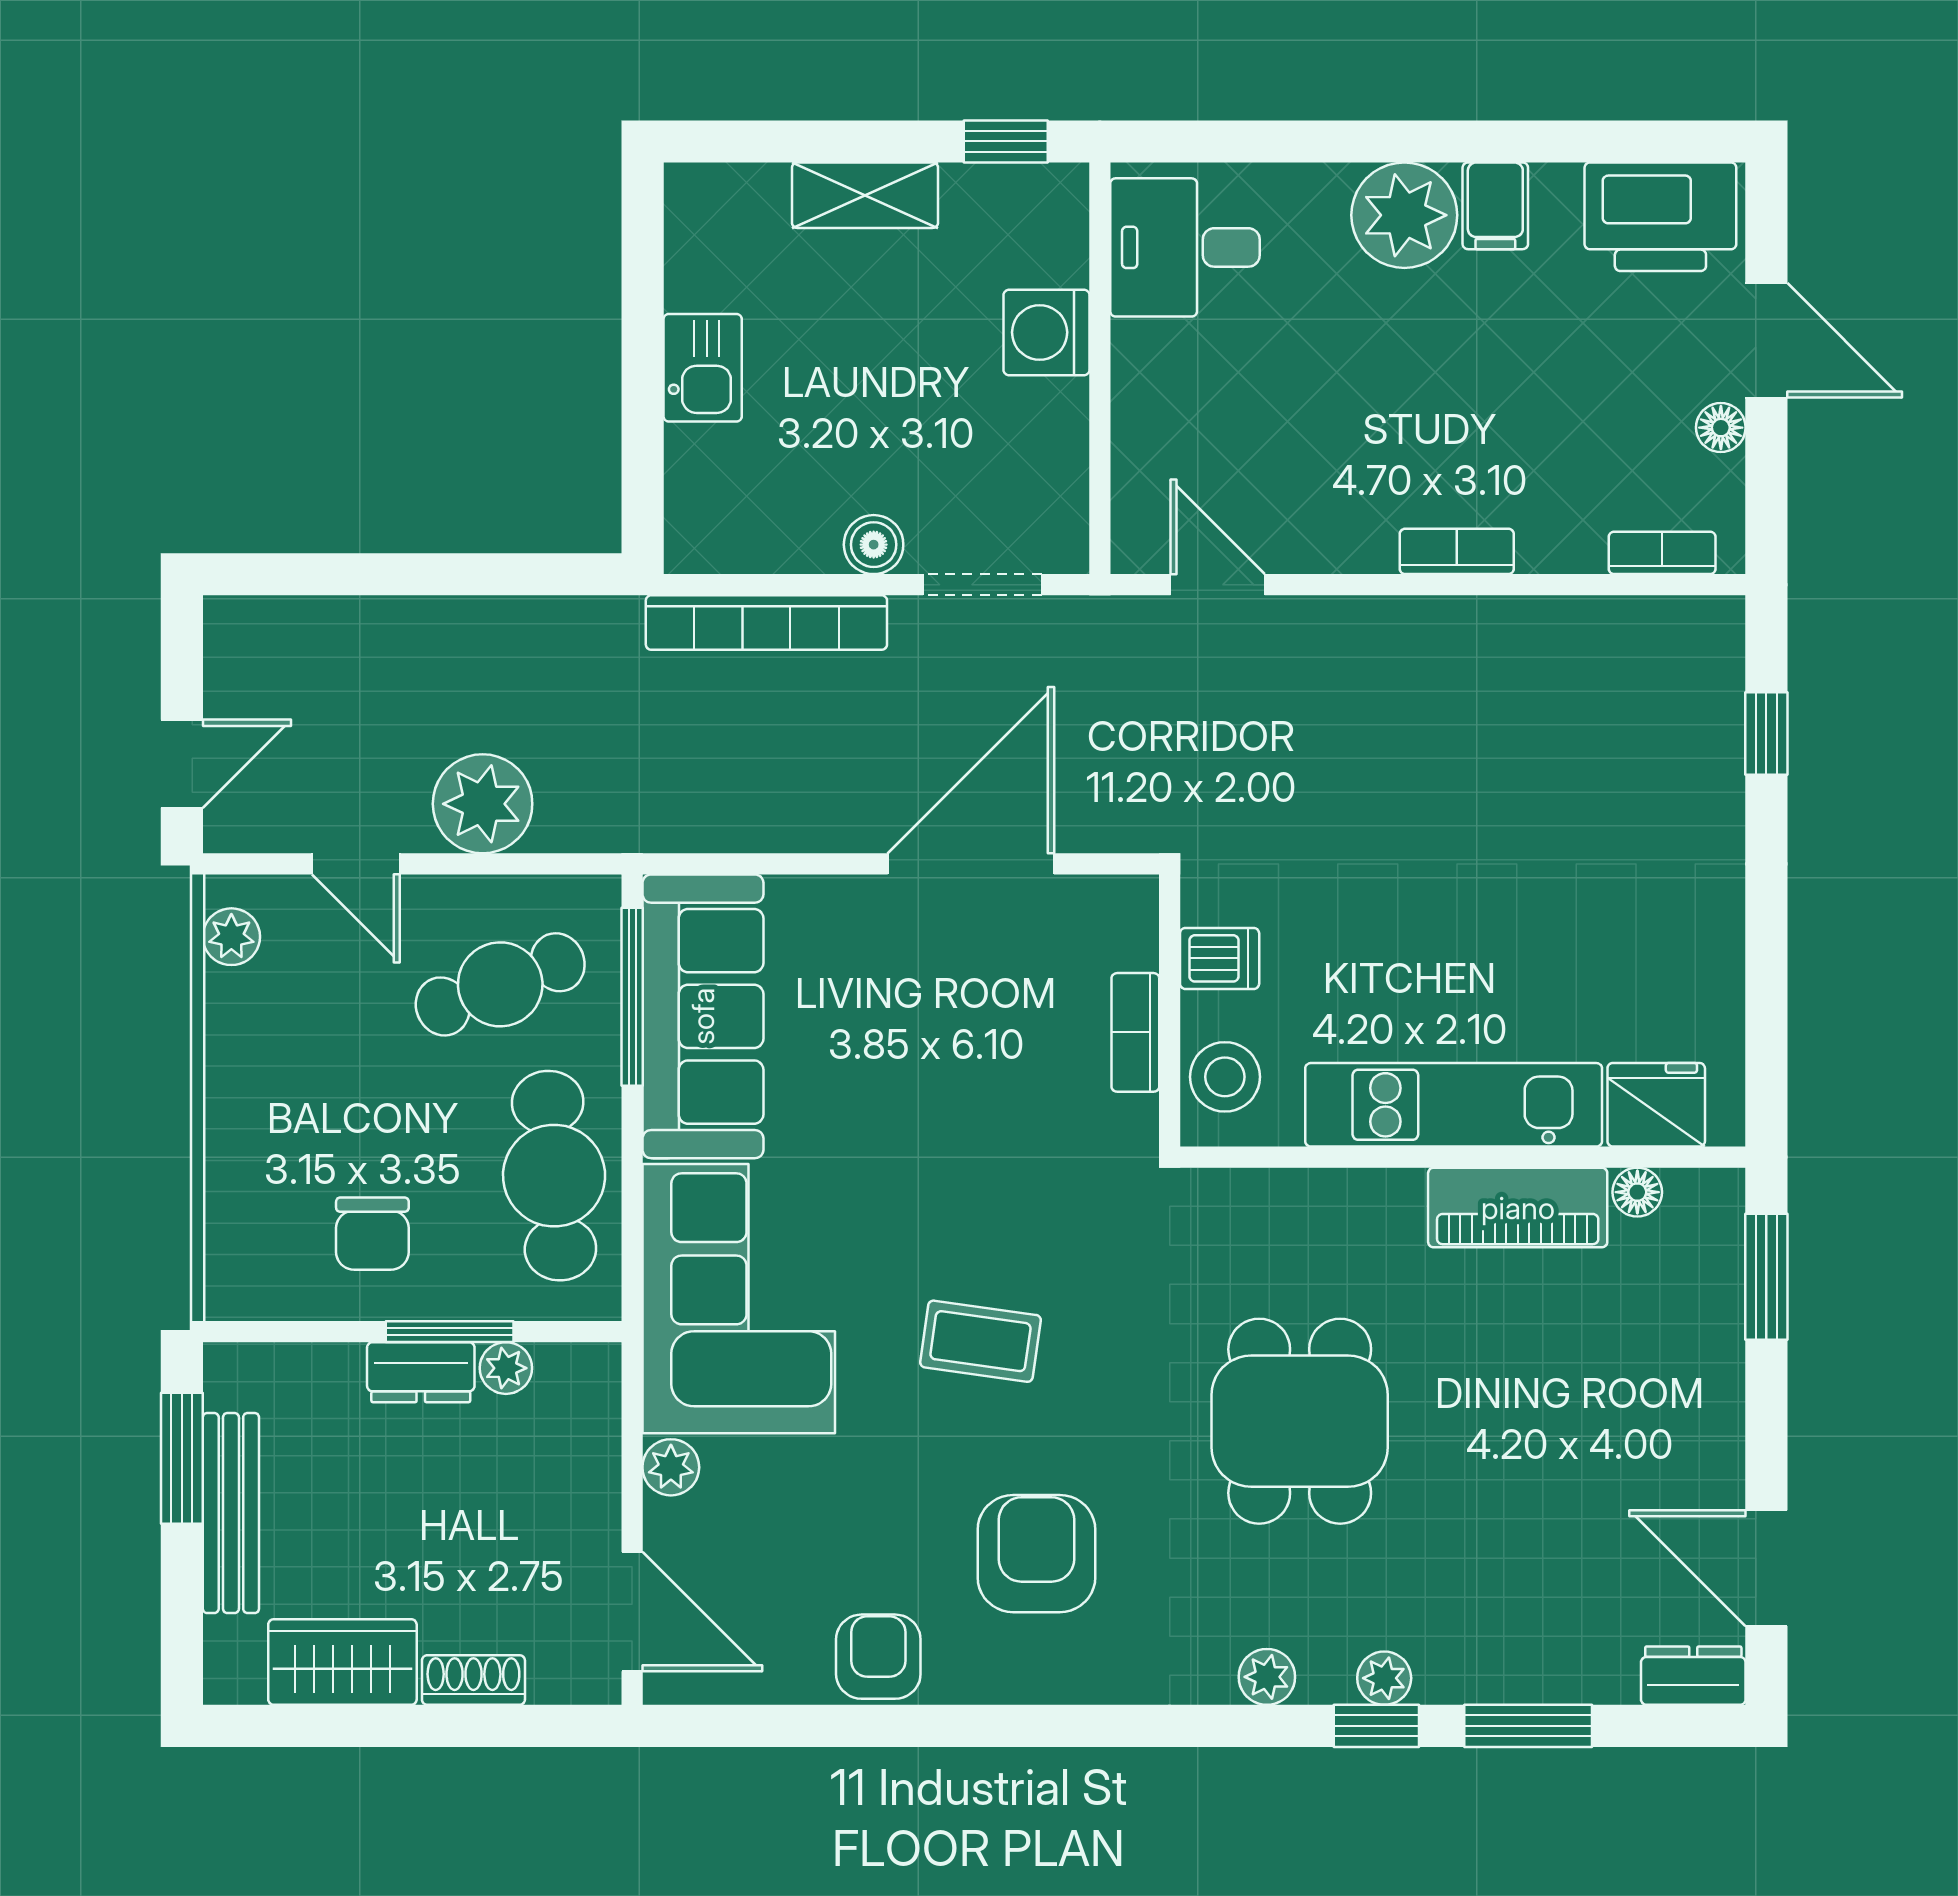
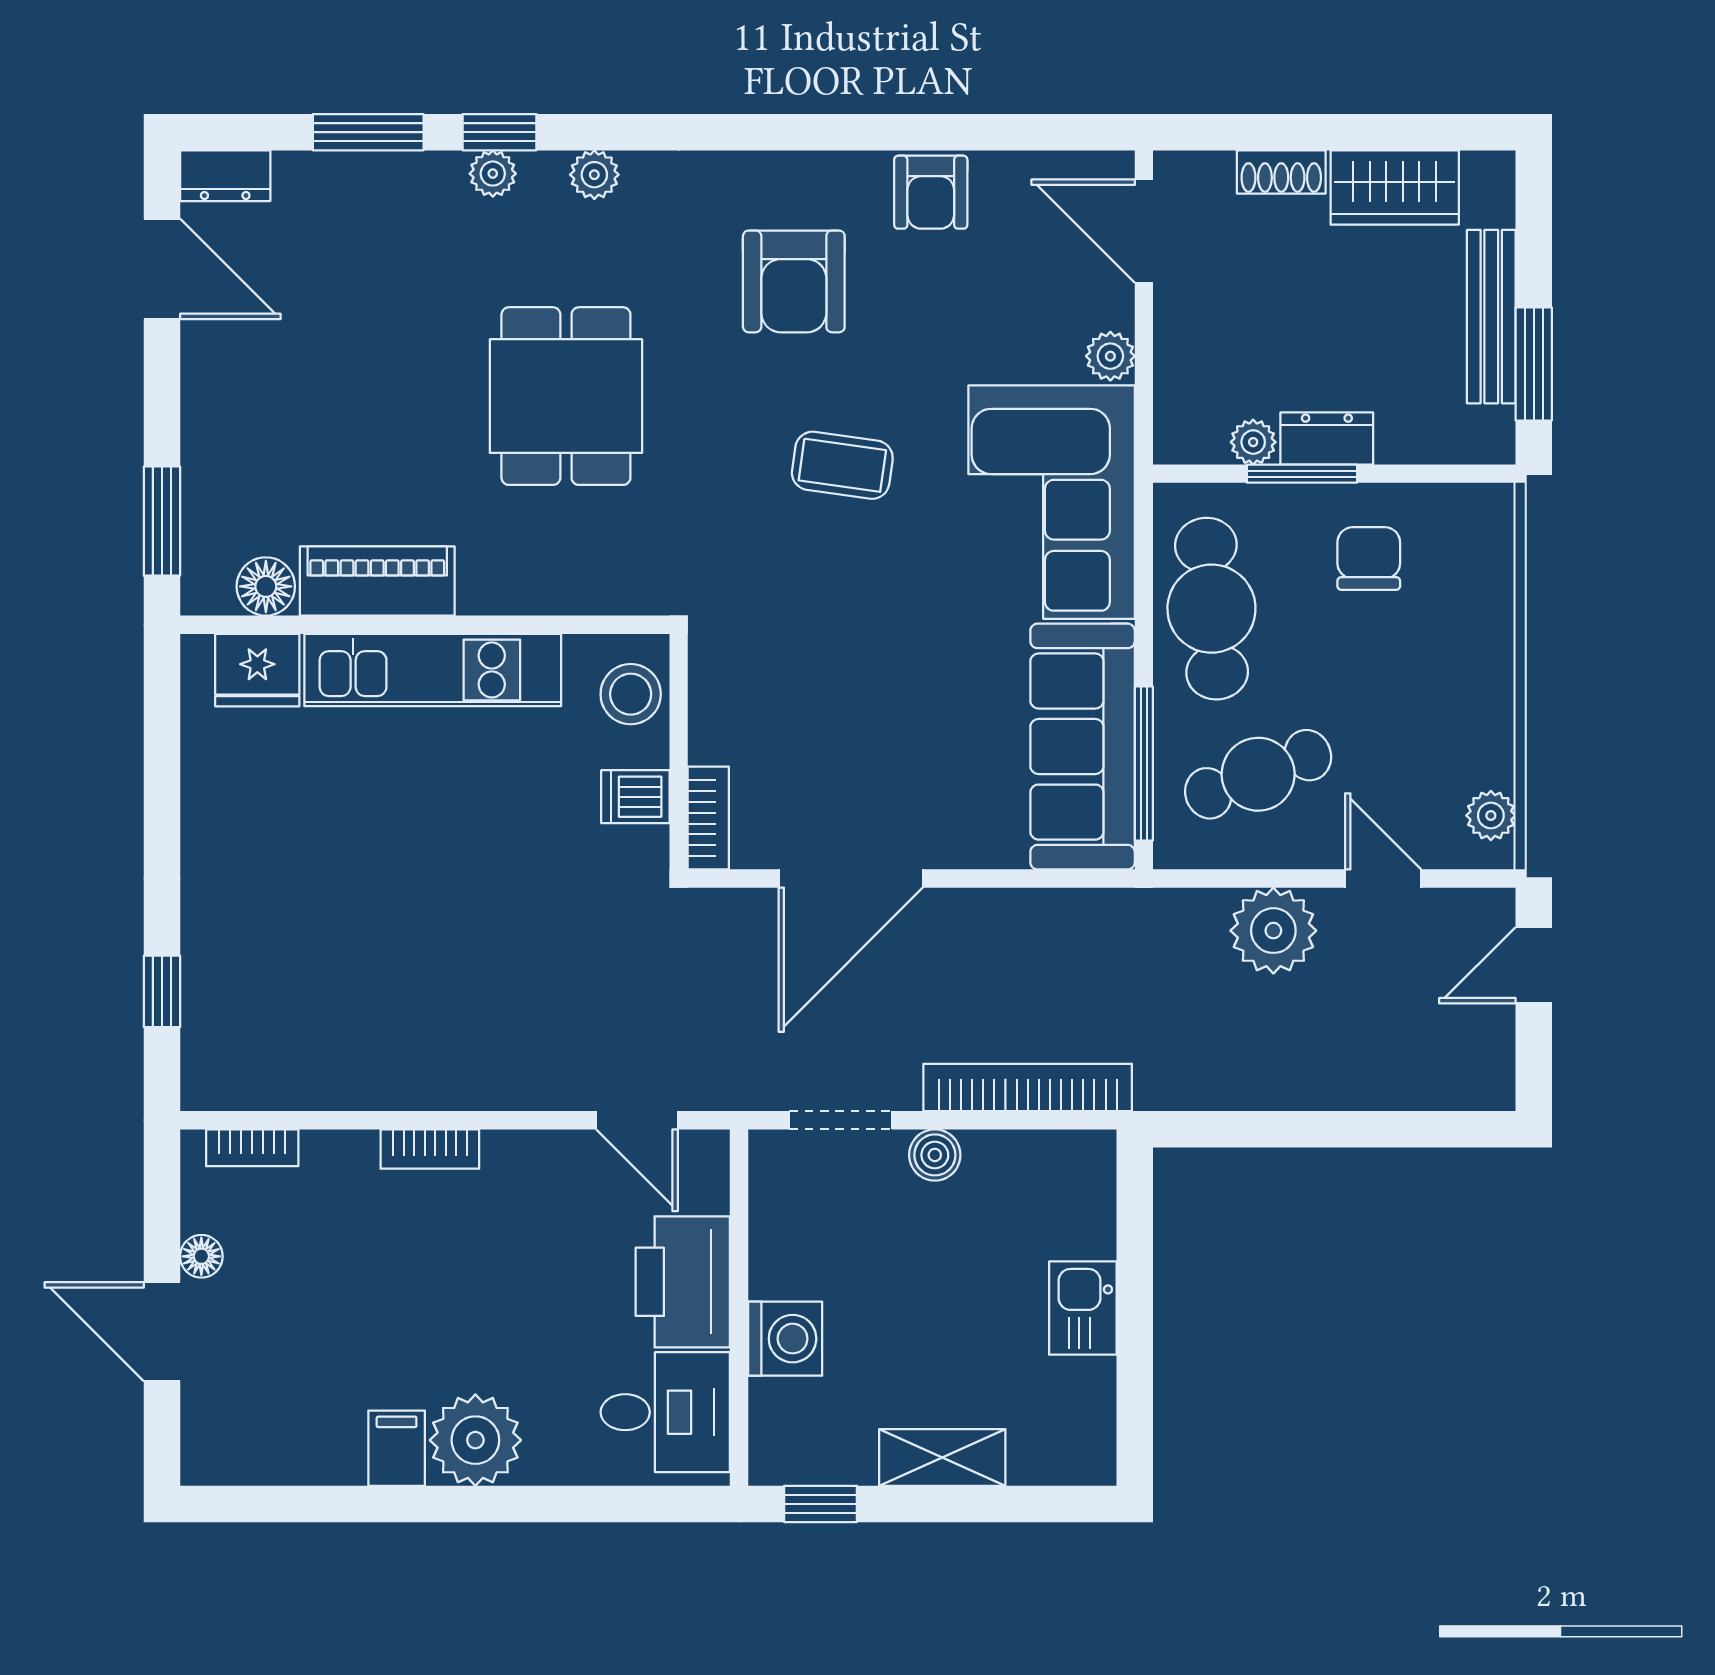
printer: (1660, 217) -> (683, 1282), moved, turned -90
bookcase: (1135, 1032) -> (708, 818), moved
floor lamp: (1637, 1192) -> (266, 586), width x1.37, depth x1.37

